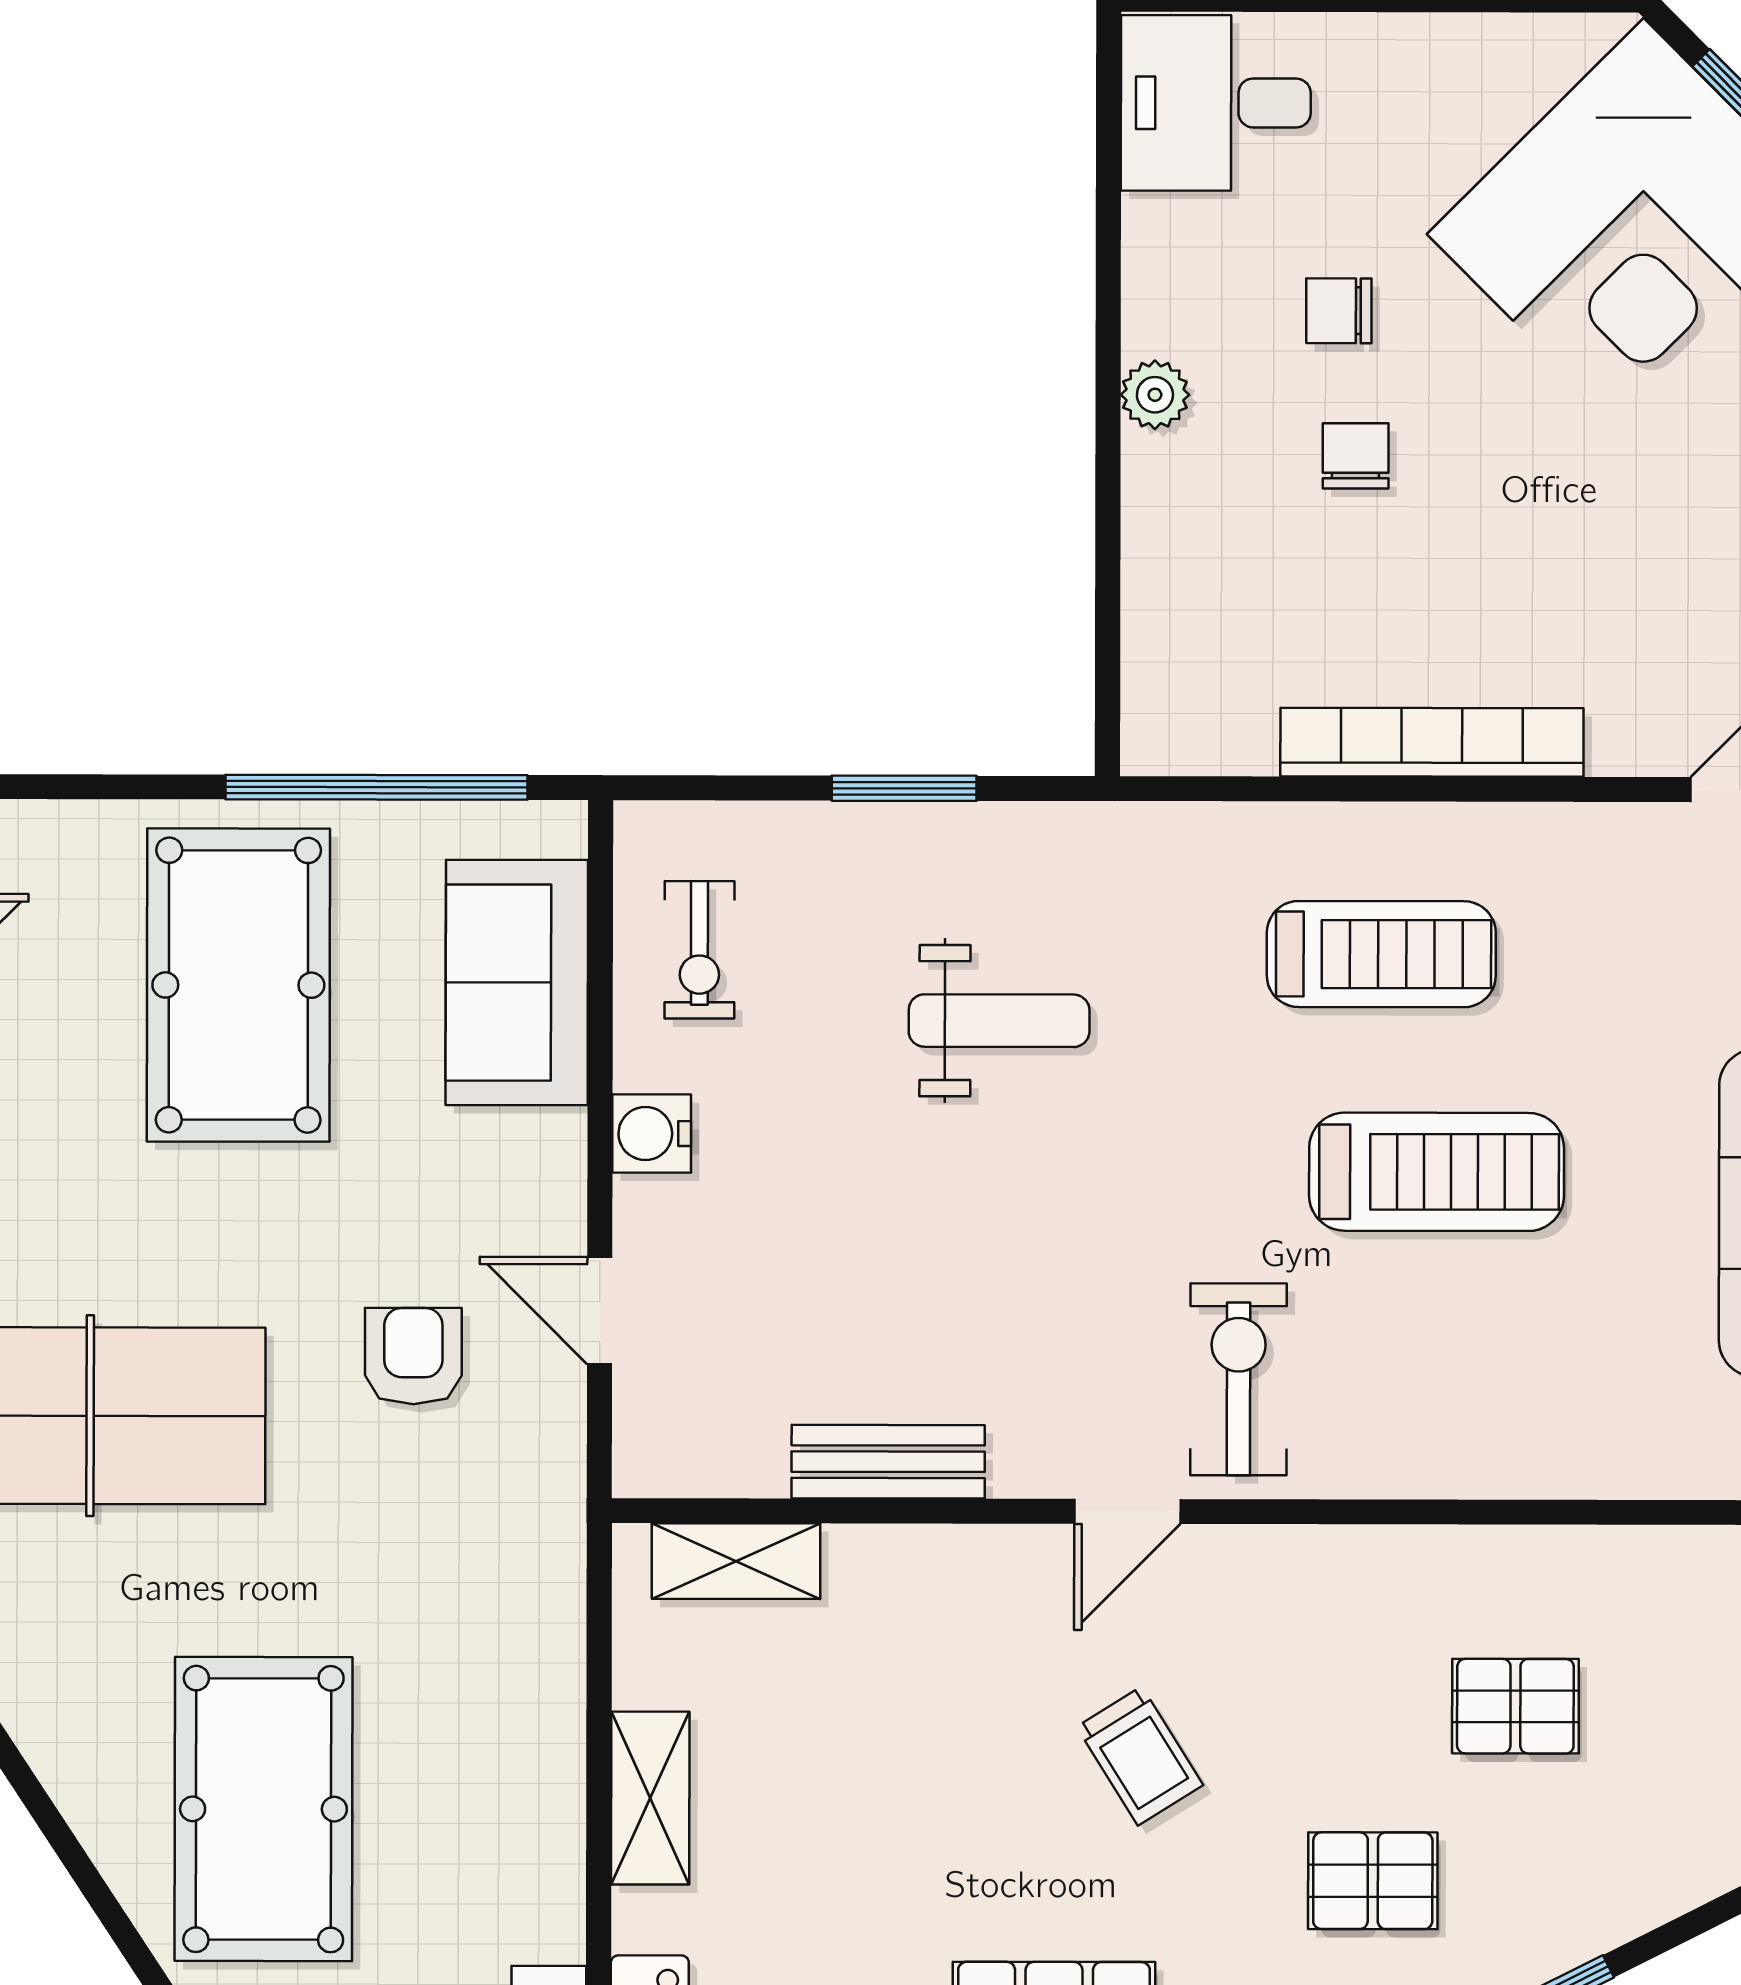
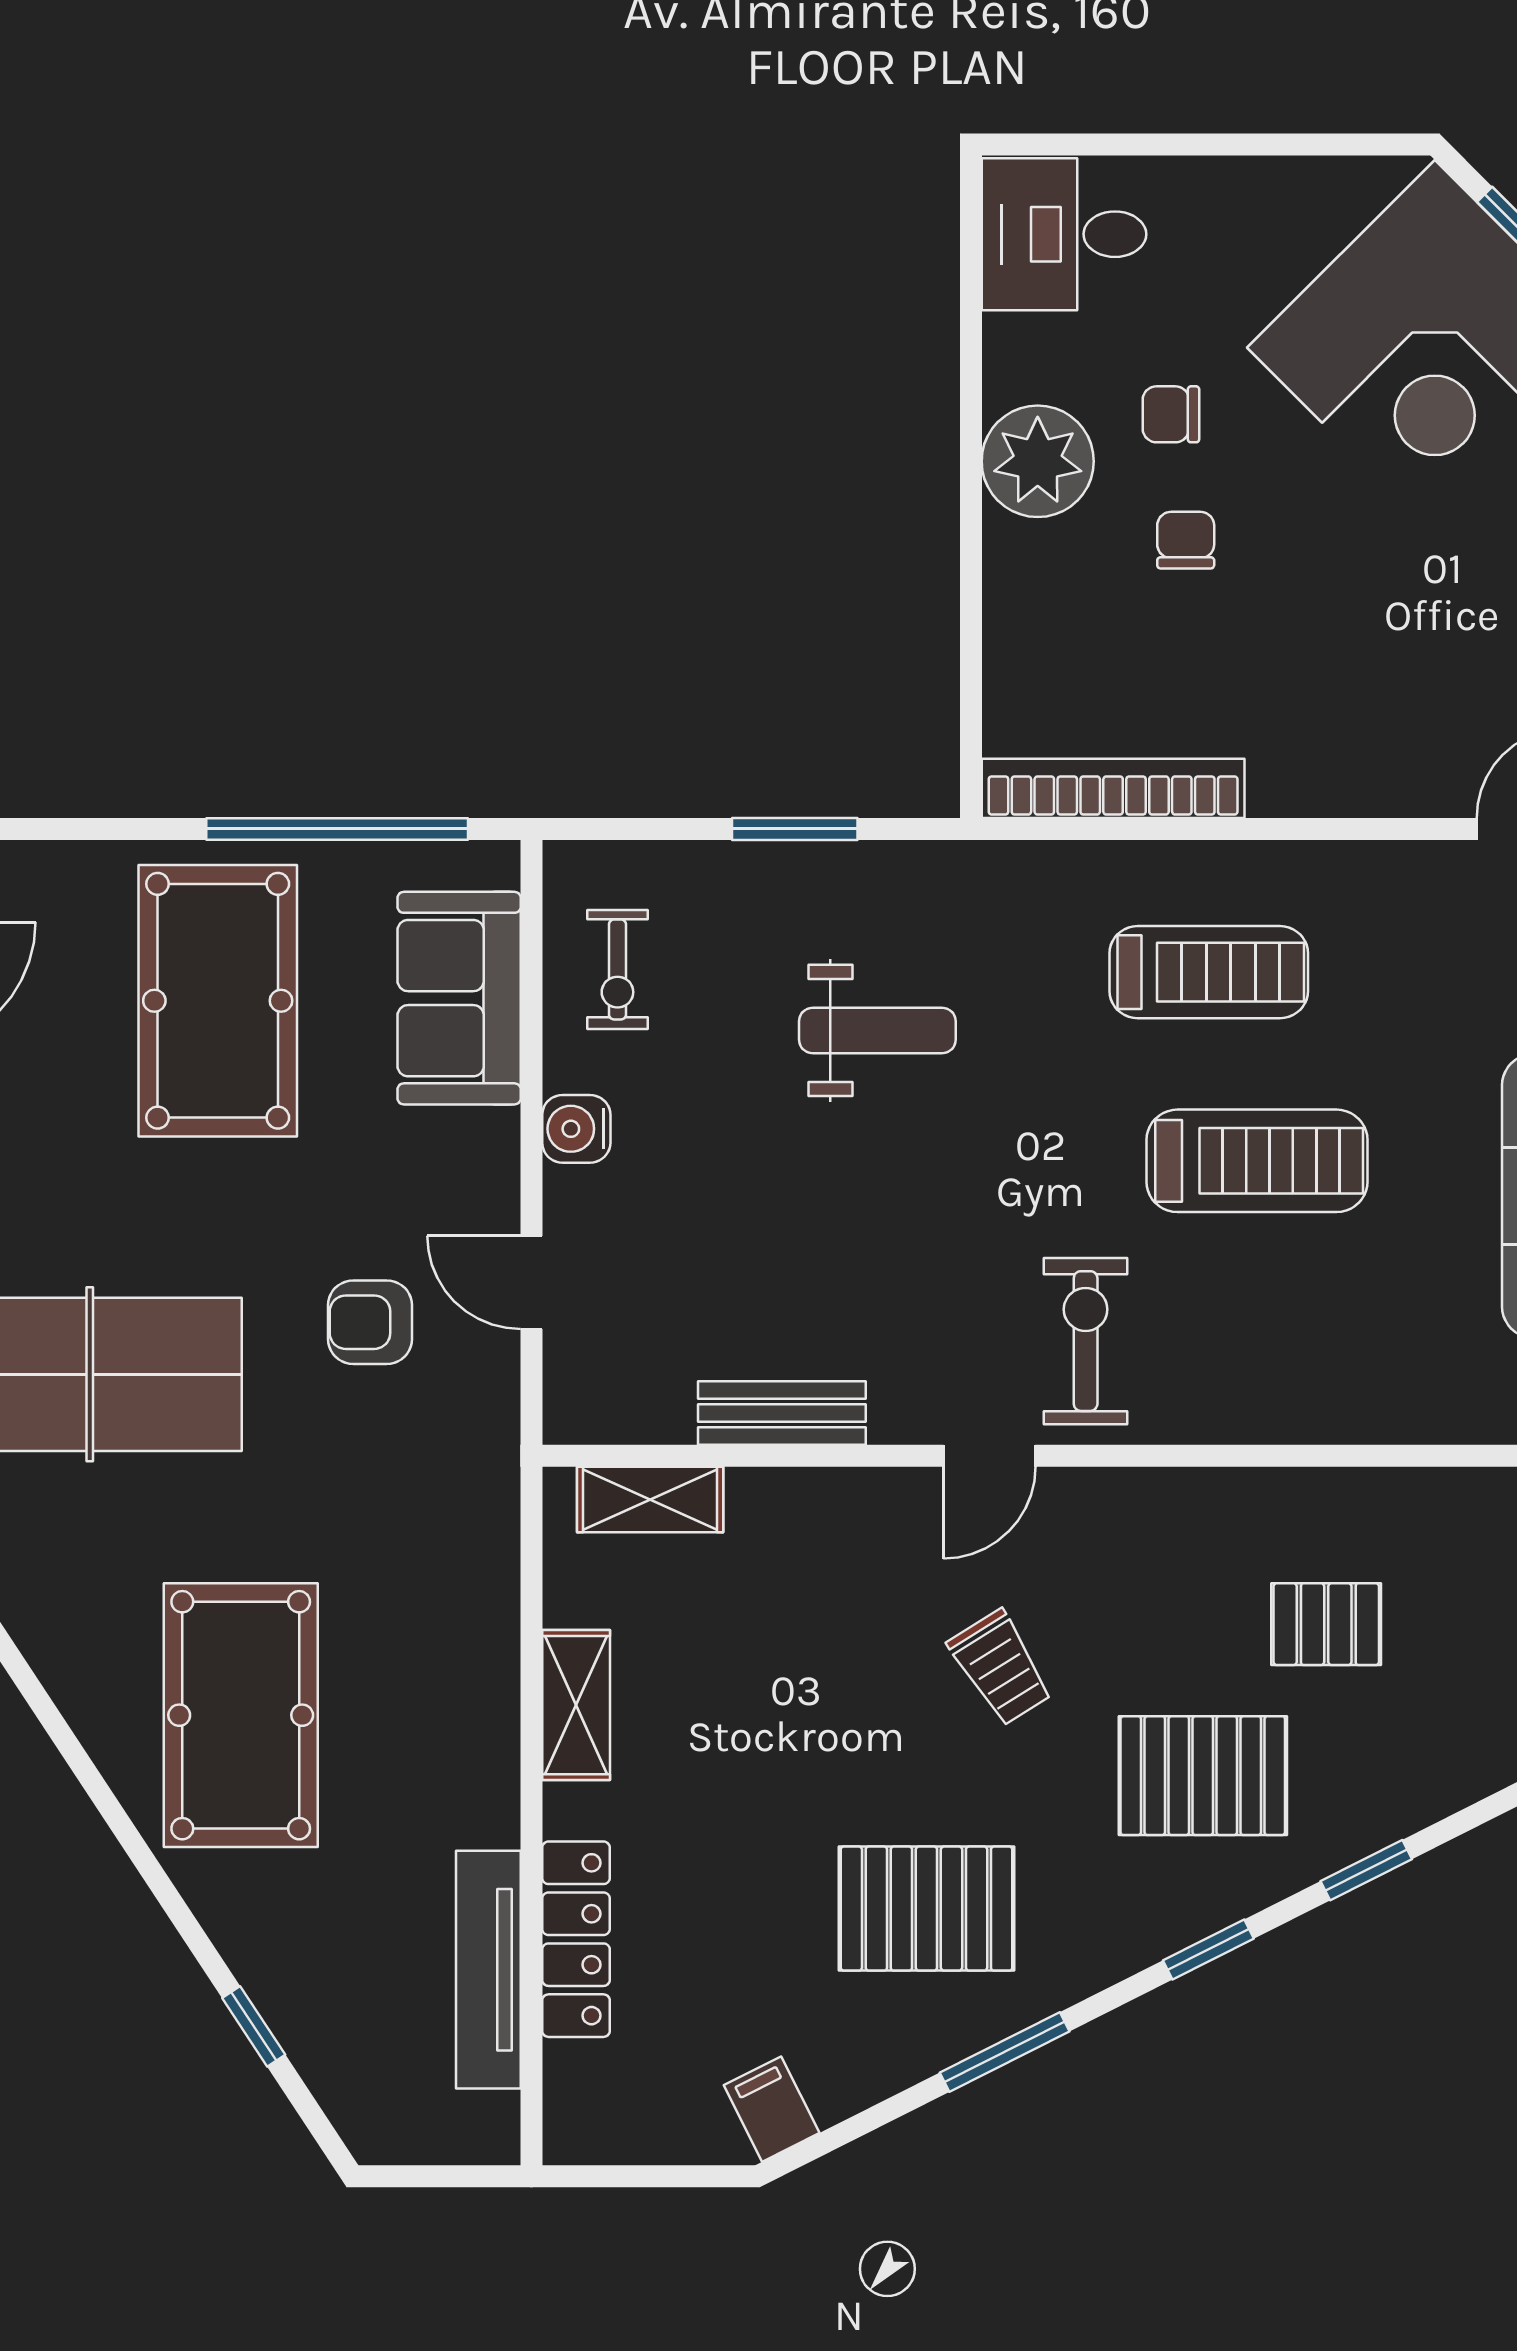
plant: (1155, 395) -> (1038, 461), width x1.88, depth x1.88
bookcase: (1432, 742) -> (1113, 788), moved
armchair: (413, 1356) -> (370, 1322), turned -90
pallet: (1373, 1881) -> (1203, 1776), width x1.50, depth x1.42

